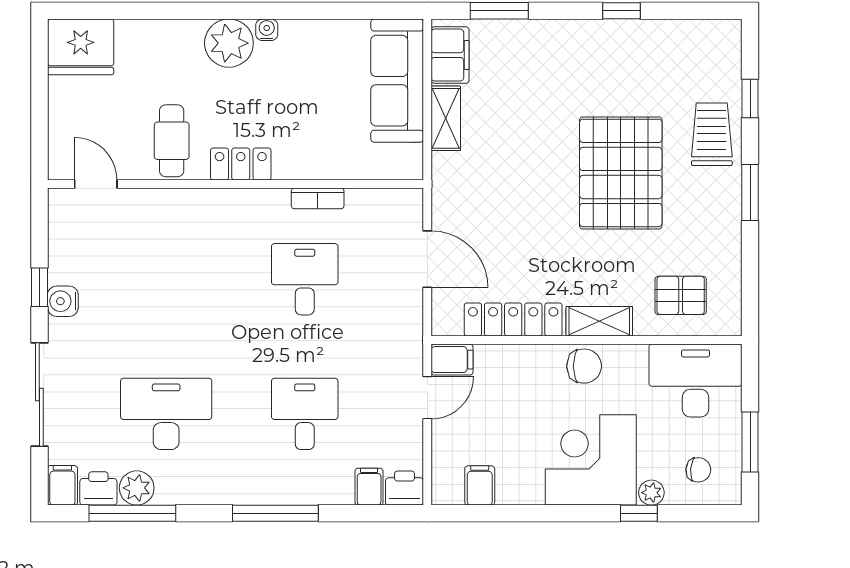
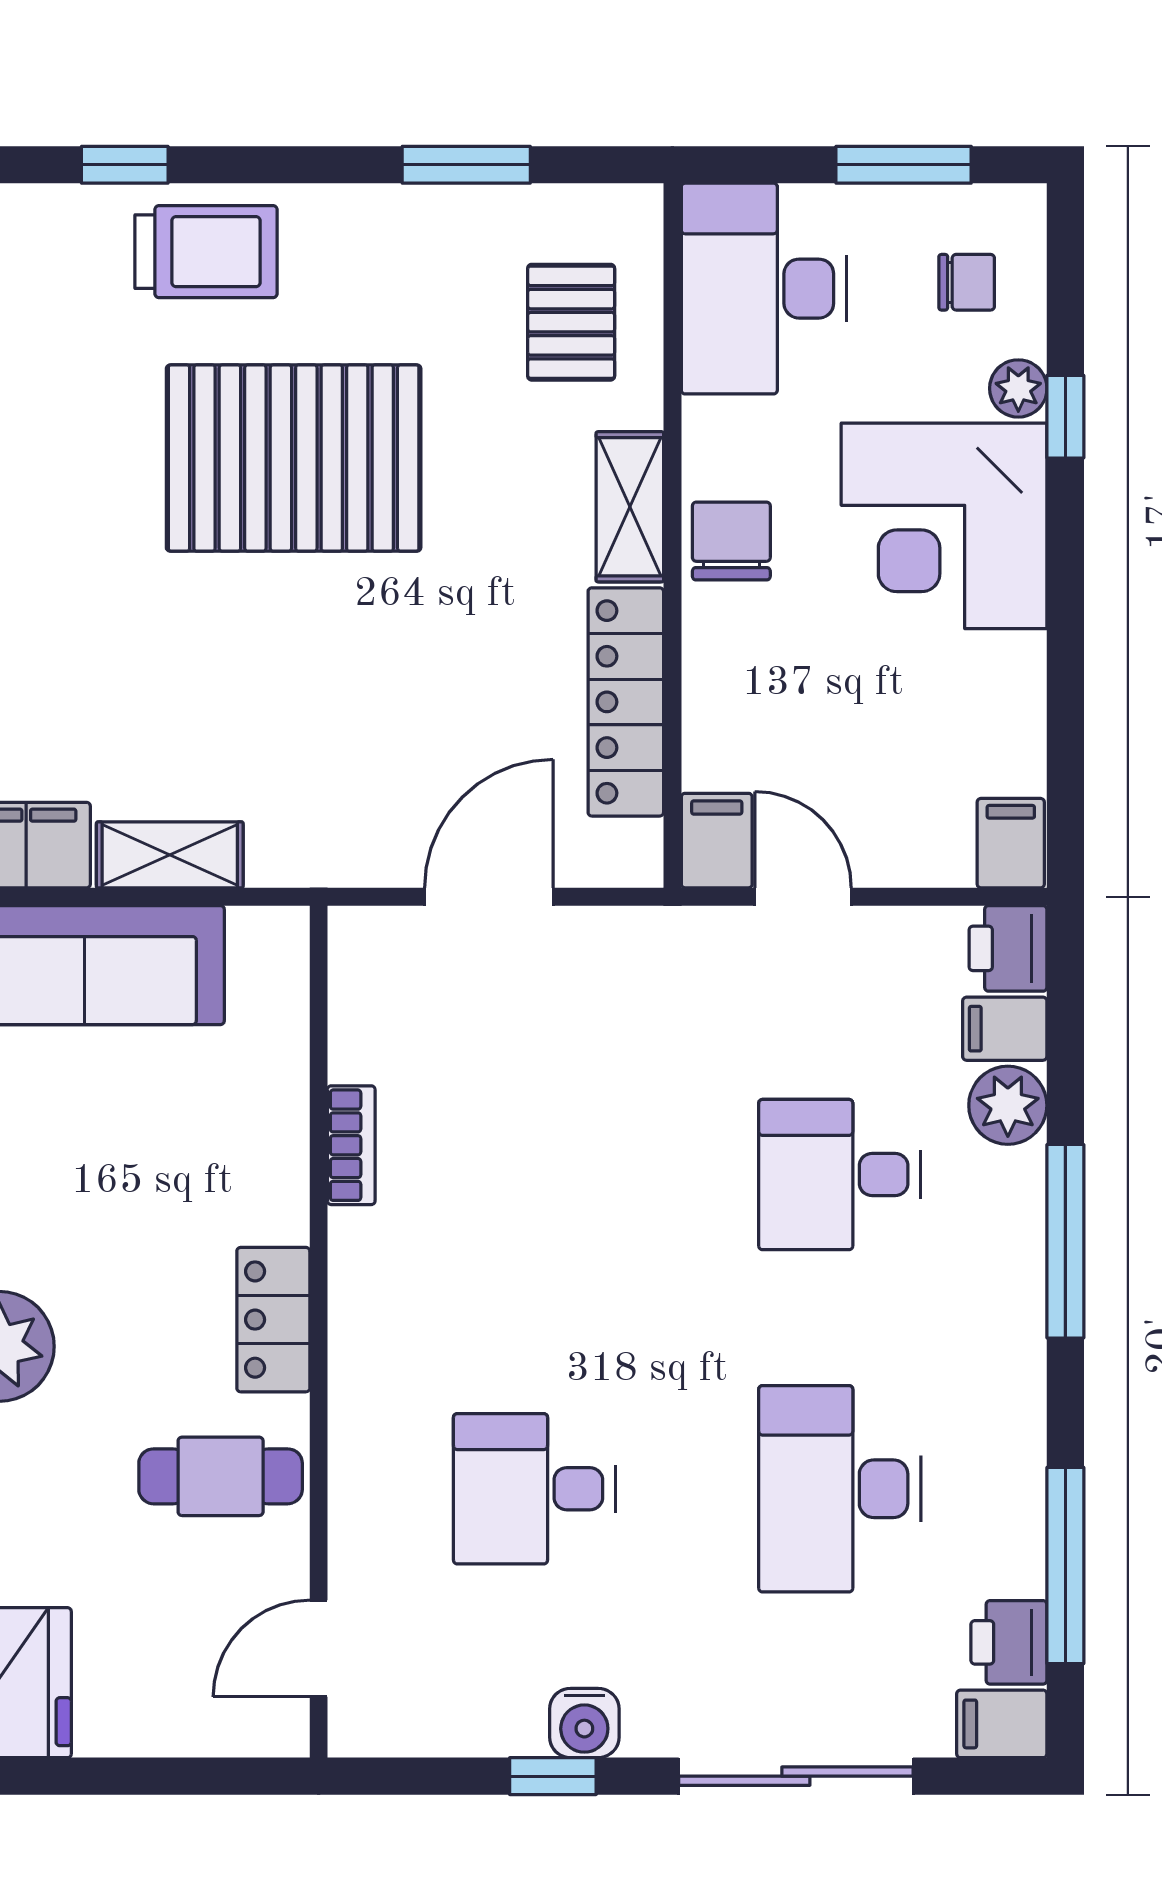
trolley: (712, 134) -> (206, 252), turned 180
window: (750, 192) -> (466, 165), moved
desk: (305, 279) -> (535, 1489), moved
chair: (698, 470) -> (967, 282), turned 86
filing cabinet: (480, 485) -> (1011, 843), moved, turned 90
plant: (137, 488) -> (1008, 1105), moved

